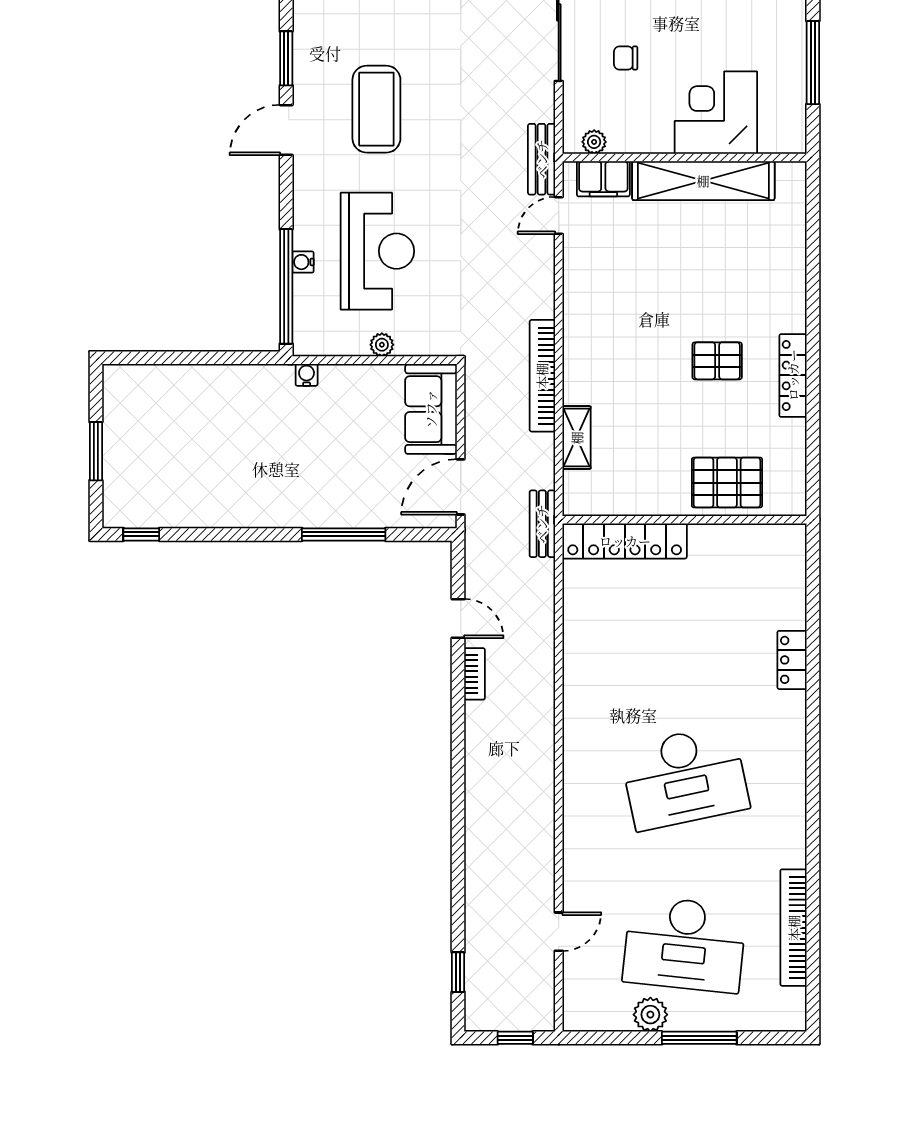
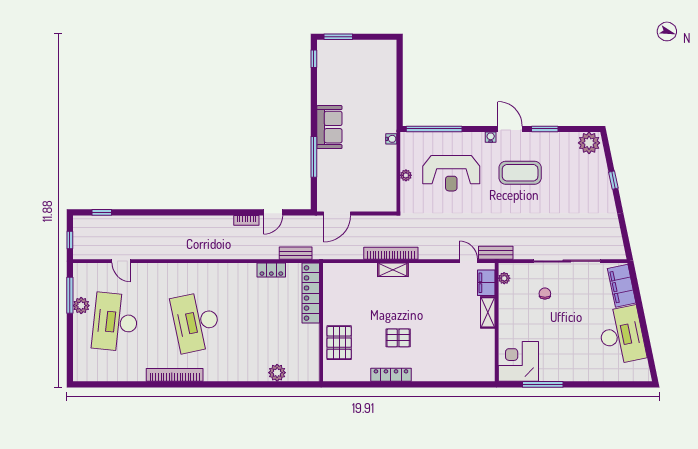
corner desk: (716, 113) -> (518, 361), moved, turned -90
shelving: (703, 181) -> (488, 312), width x0.45, depth x0.75
water cooler: (303, 262) -> (491, 137), moved
pallet: (717, 361) -> (398, 338), turned 90
sofa: (431, 409) -> (329, 127), moved, turned 90
shelving: (577, 438) -> (393, 270), moved
window: (96, 451) -> (338, 37), moved
door: (461, 487) -> (337, 213), swing flipped
bench: (542, 524) -> (296, 253), moved
plant: (789, 611) -> (277, 373), added
locker: (792, 660) -> (271, 270), moved, turned 180
bookcase: (794, 928) -> (175, 375), moved
window: (699, 1038) -> (70, 295), moved

